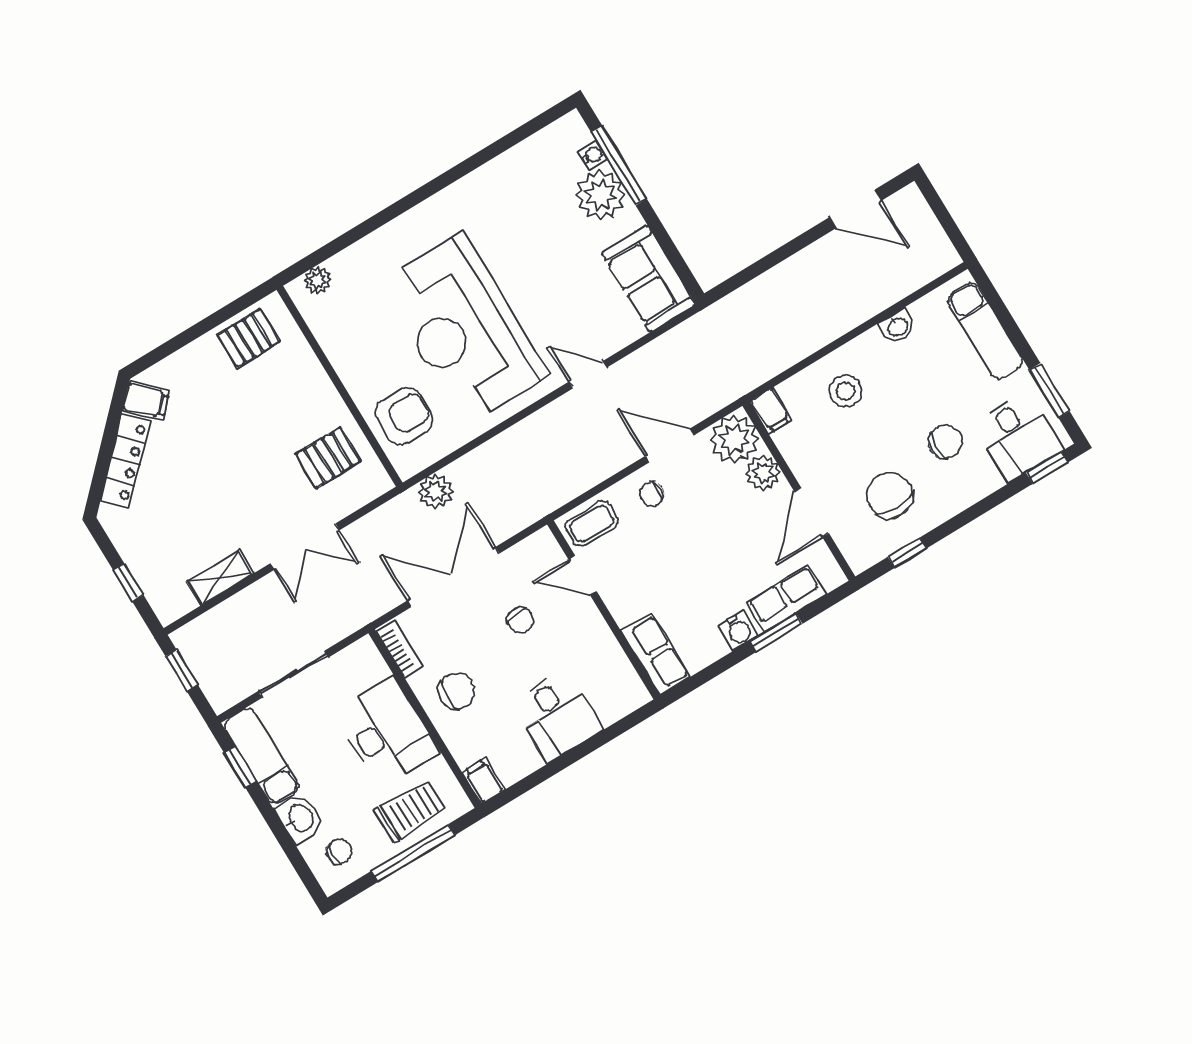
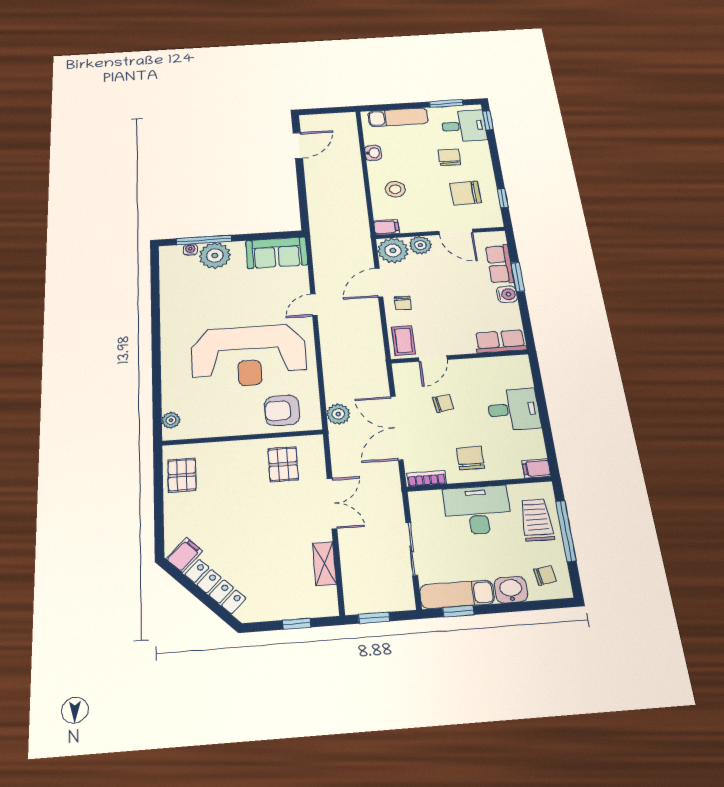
armchair: (404, 416) -> (282, 410), turned -90
chair: (339, 851) -> (545, 575), turned 81

